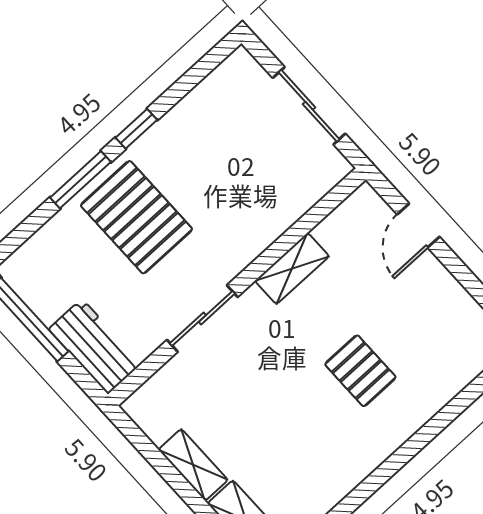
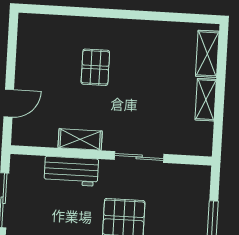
workbench: (95, 346) -> (71, 171), moved, turned -90

